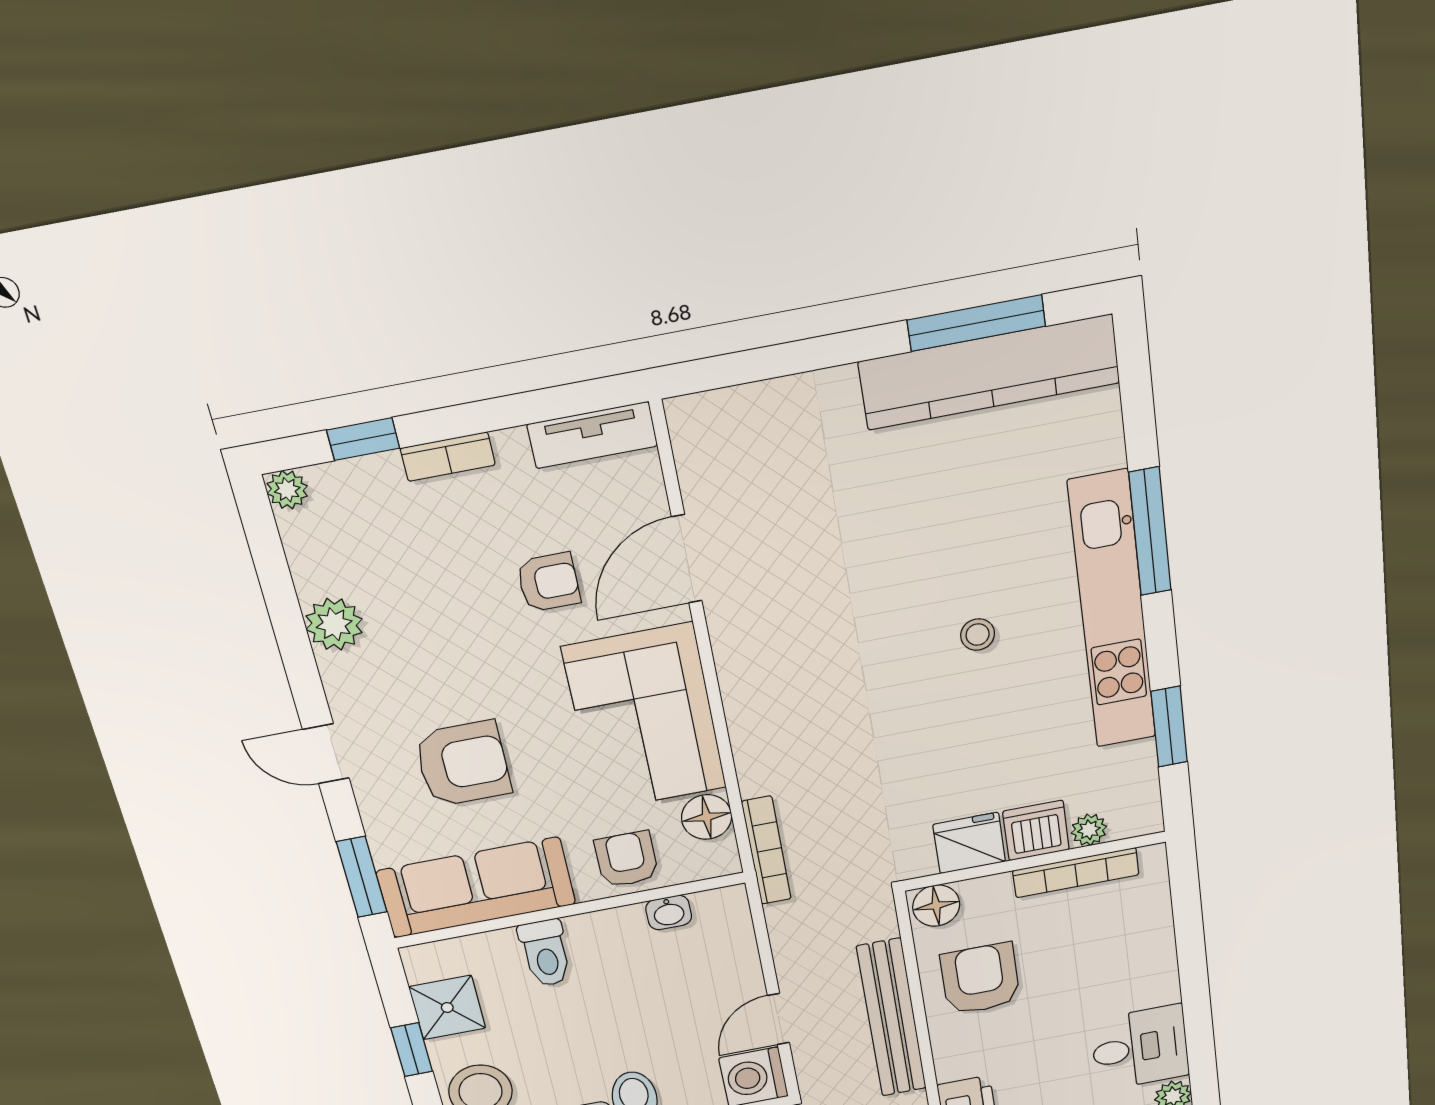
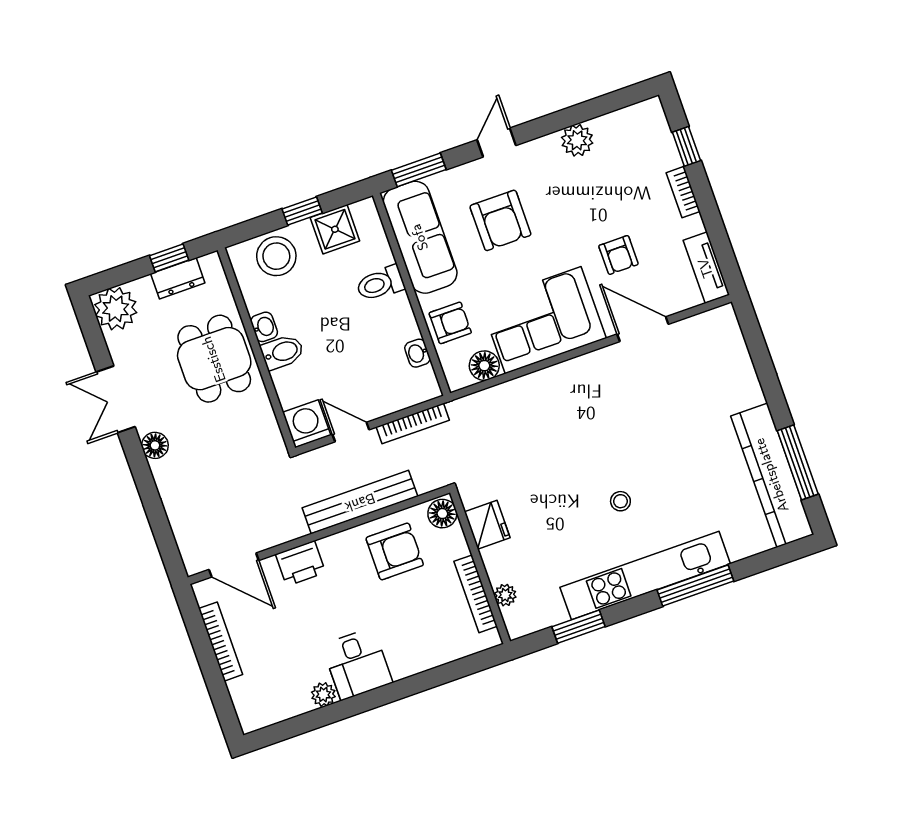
plant: (287, 490) -> (652, 109), removed
dishwasher: (1036, 831) -> (501, 563), removed
bookcase: (766, 850) -> (413, 424), moved

